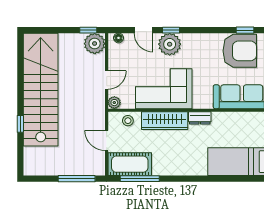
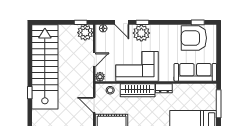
armchair: (240, 51) -> (194, 38), turned 180

